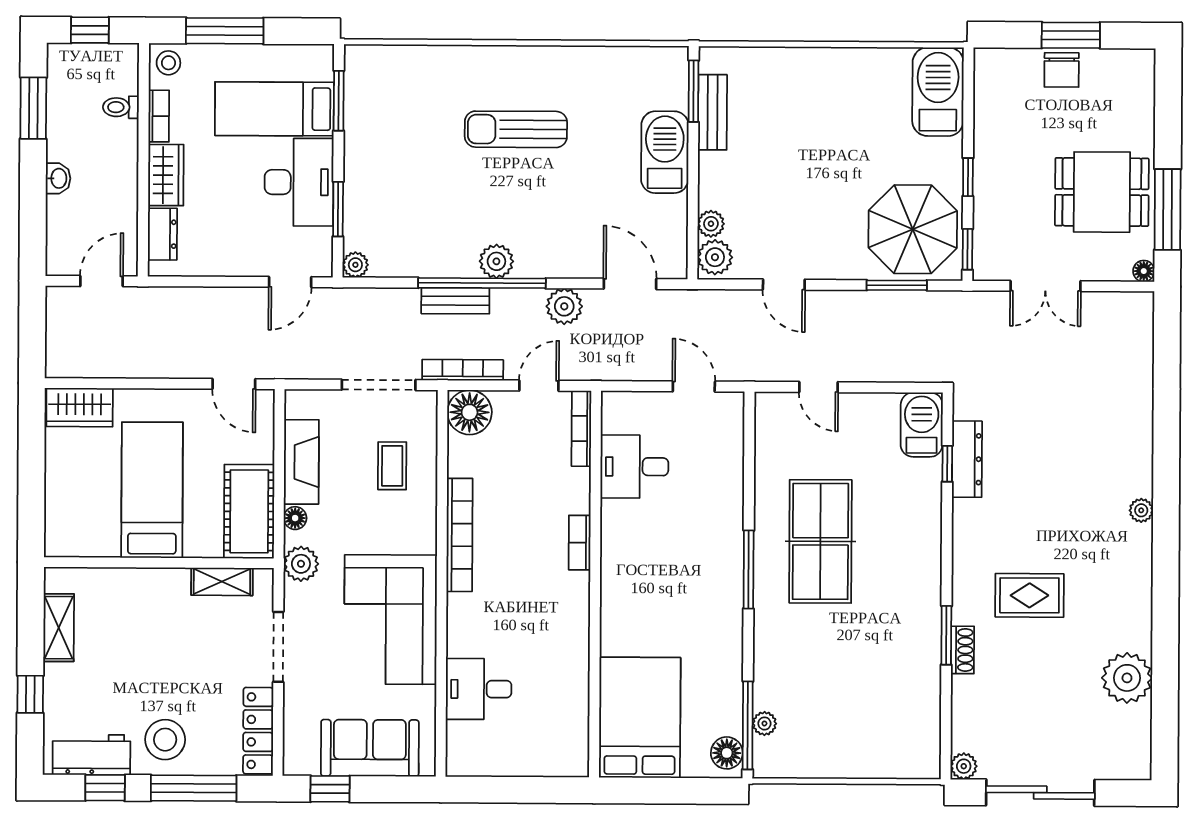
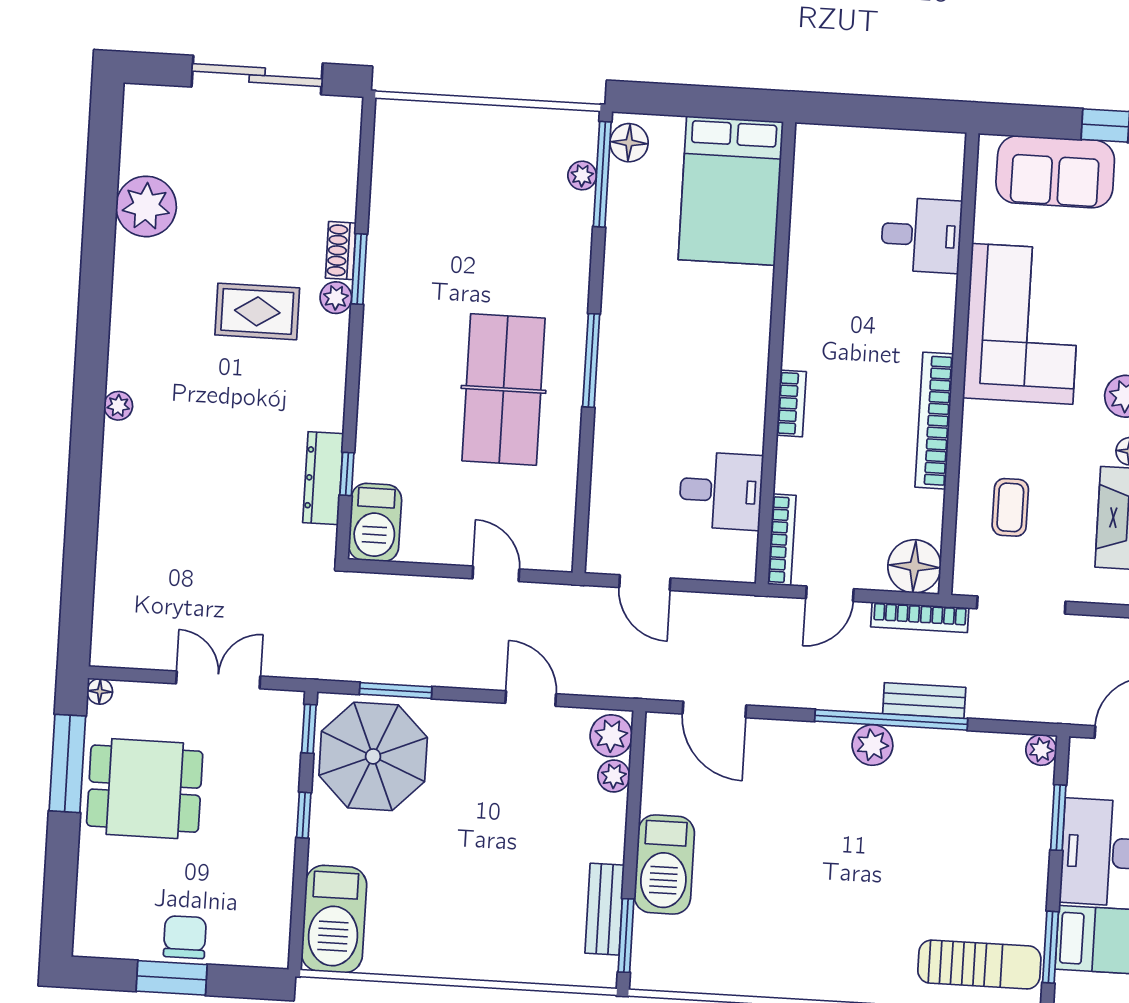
sun lounger: (516, 129) -> (979, 965), moved
plant: (564, 306) -> (794, 687), removed
plant: (964, 766) -> (336, 298), moved

